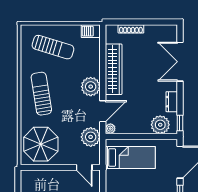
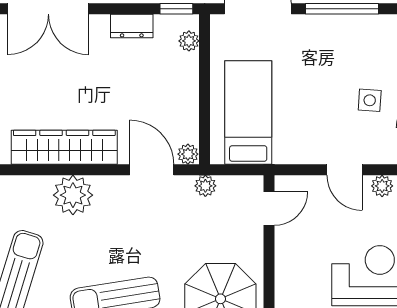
plant: (91, 87) -> (73, 195), moved
plant: (160, 125) -> (189, 41), width x0.53, depth x0.53
plant: (91, 137) -> (205, 186), width x0.53, depth x0.53

